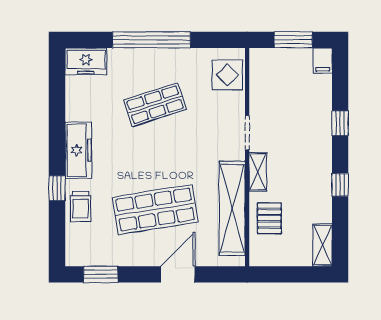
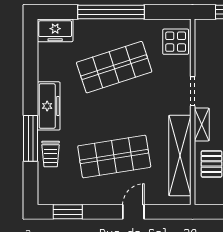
shop shelf: (155, 105) -> (114, 67), width x1.43, depth x1.36
window: (57, 188) -> (31, 138), width x2.17
door: (178, 274) -> (133, 212), width x0.73

